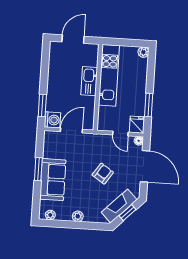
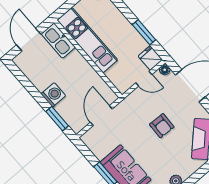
kitchen sink: (89, 81) -> (58, 41), moved
washing machine: (52, 120) -> (53, 95), moved
armchair: (103, 174) -> (162, 126), turned 148

